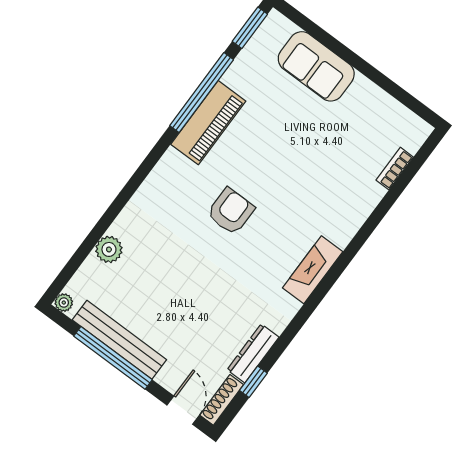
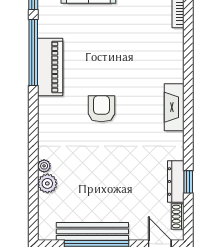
plant: (64, 303) -> (44, 166), moved
window: (253, 382) -> (188, 182), moved
shoe rack: (222, 400) -> (178, 216), width x0.70

